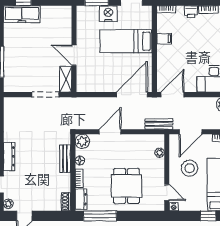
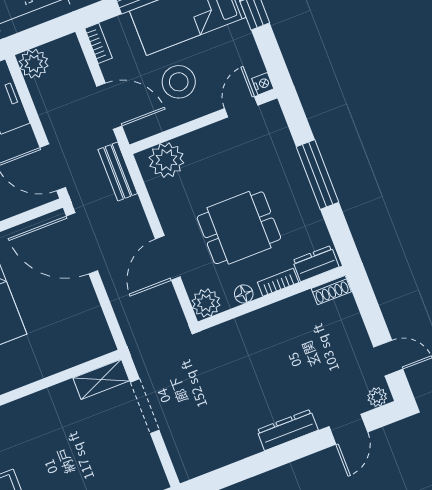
door: (74, 55) -> (50, 381), removed
door: (110, 132) -> (168, 258), hinge flipped
plant: (160, 153) -> (166, 160), width x1.87, depth x1.87
bench: (65, 159) -> (251, 323), removed
dining table: (127, 186) -> (239, 228), moved
window: (100, 216) -> (317, 174), moved

